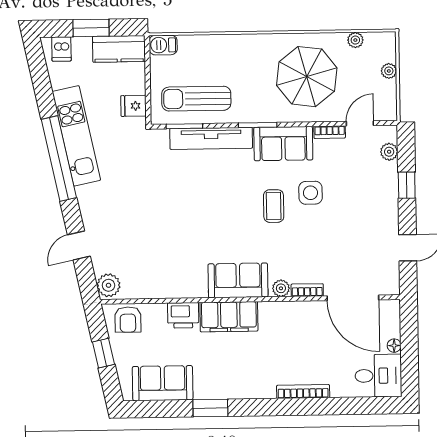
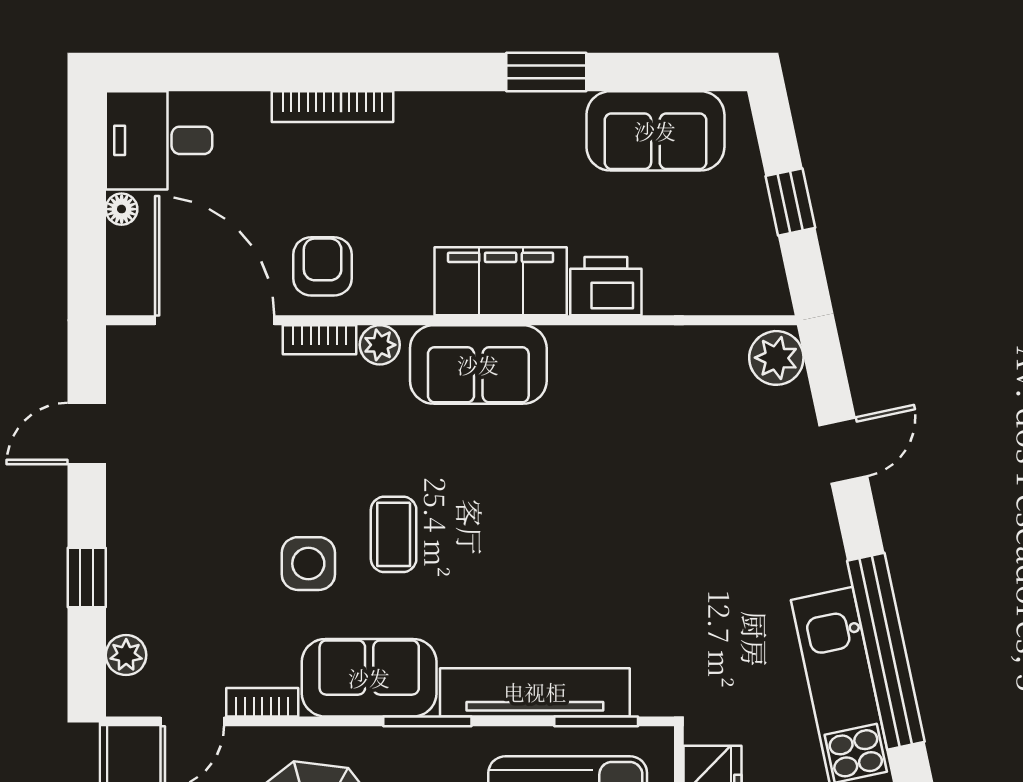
armchair: (128, 320) -> (323, 266), moved

